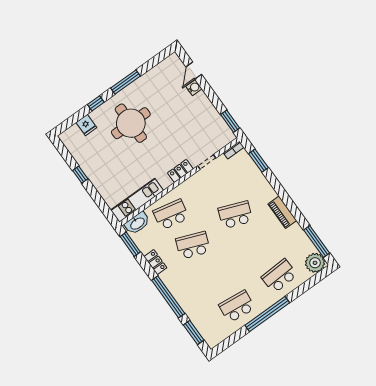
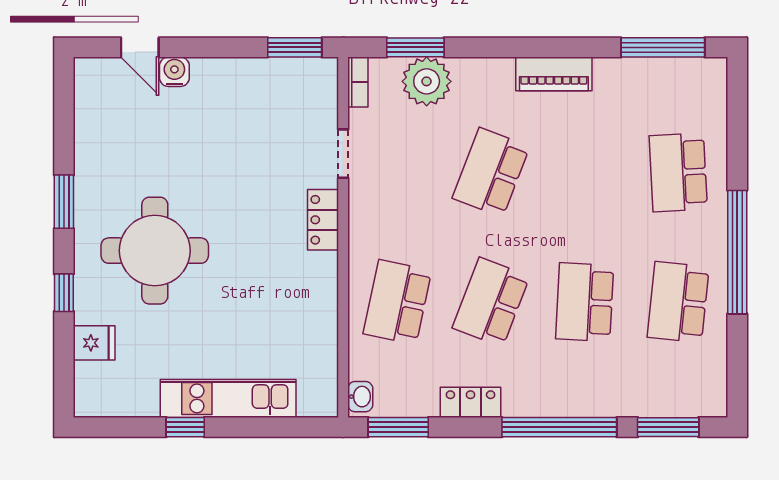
window: (125, 82) -> (64, 202), width x0.69
kitchen unit: (137, 200) -> (228, 398), moved, turned 90
washbasin: (137, 223) -> (360, 397), width x0.52, depth x0.69
plant: (315, 263) -> (427, 81), moved
school desk: (215, 276) -> (585, 302), added

